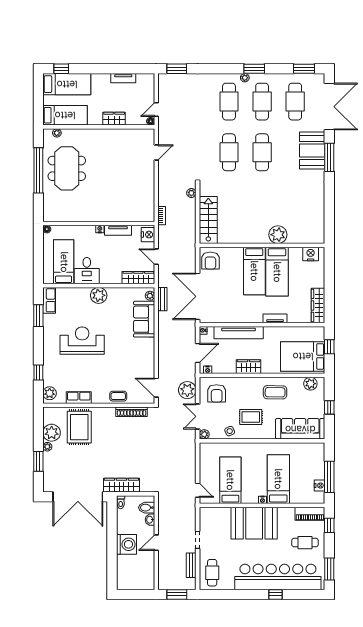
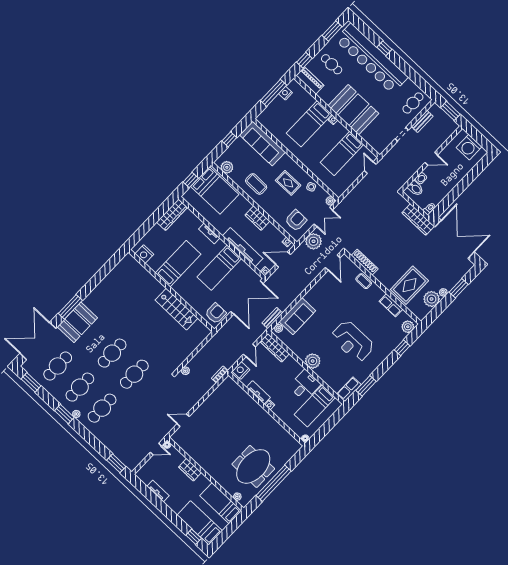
stairs: (208, 220) -> (176, 309), moved, turned -90
plant: (278, 235) -> (154, 288), removed
bed: (254, 271) -> (219, 268), moved, turned 180
washing machine: (127, 544) -> (469, 147), moved, turned -90

